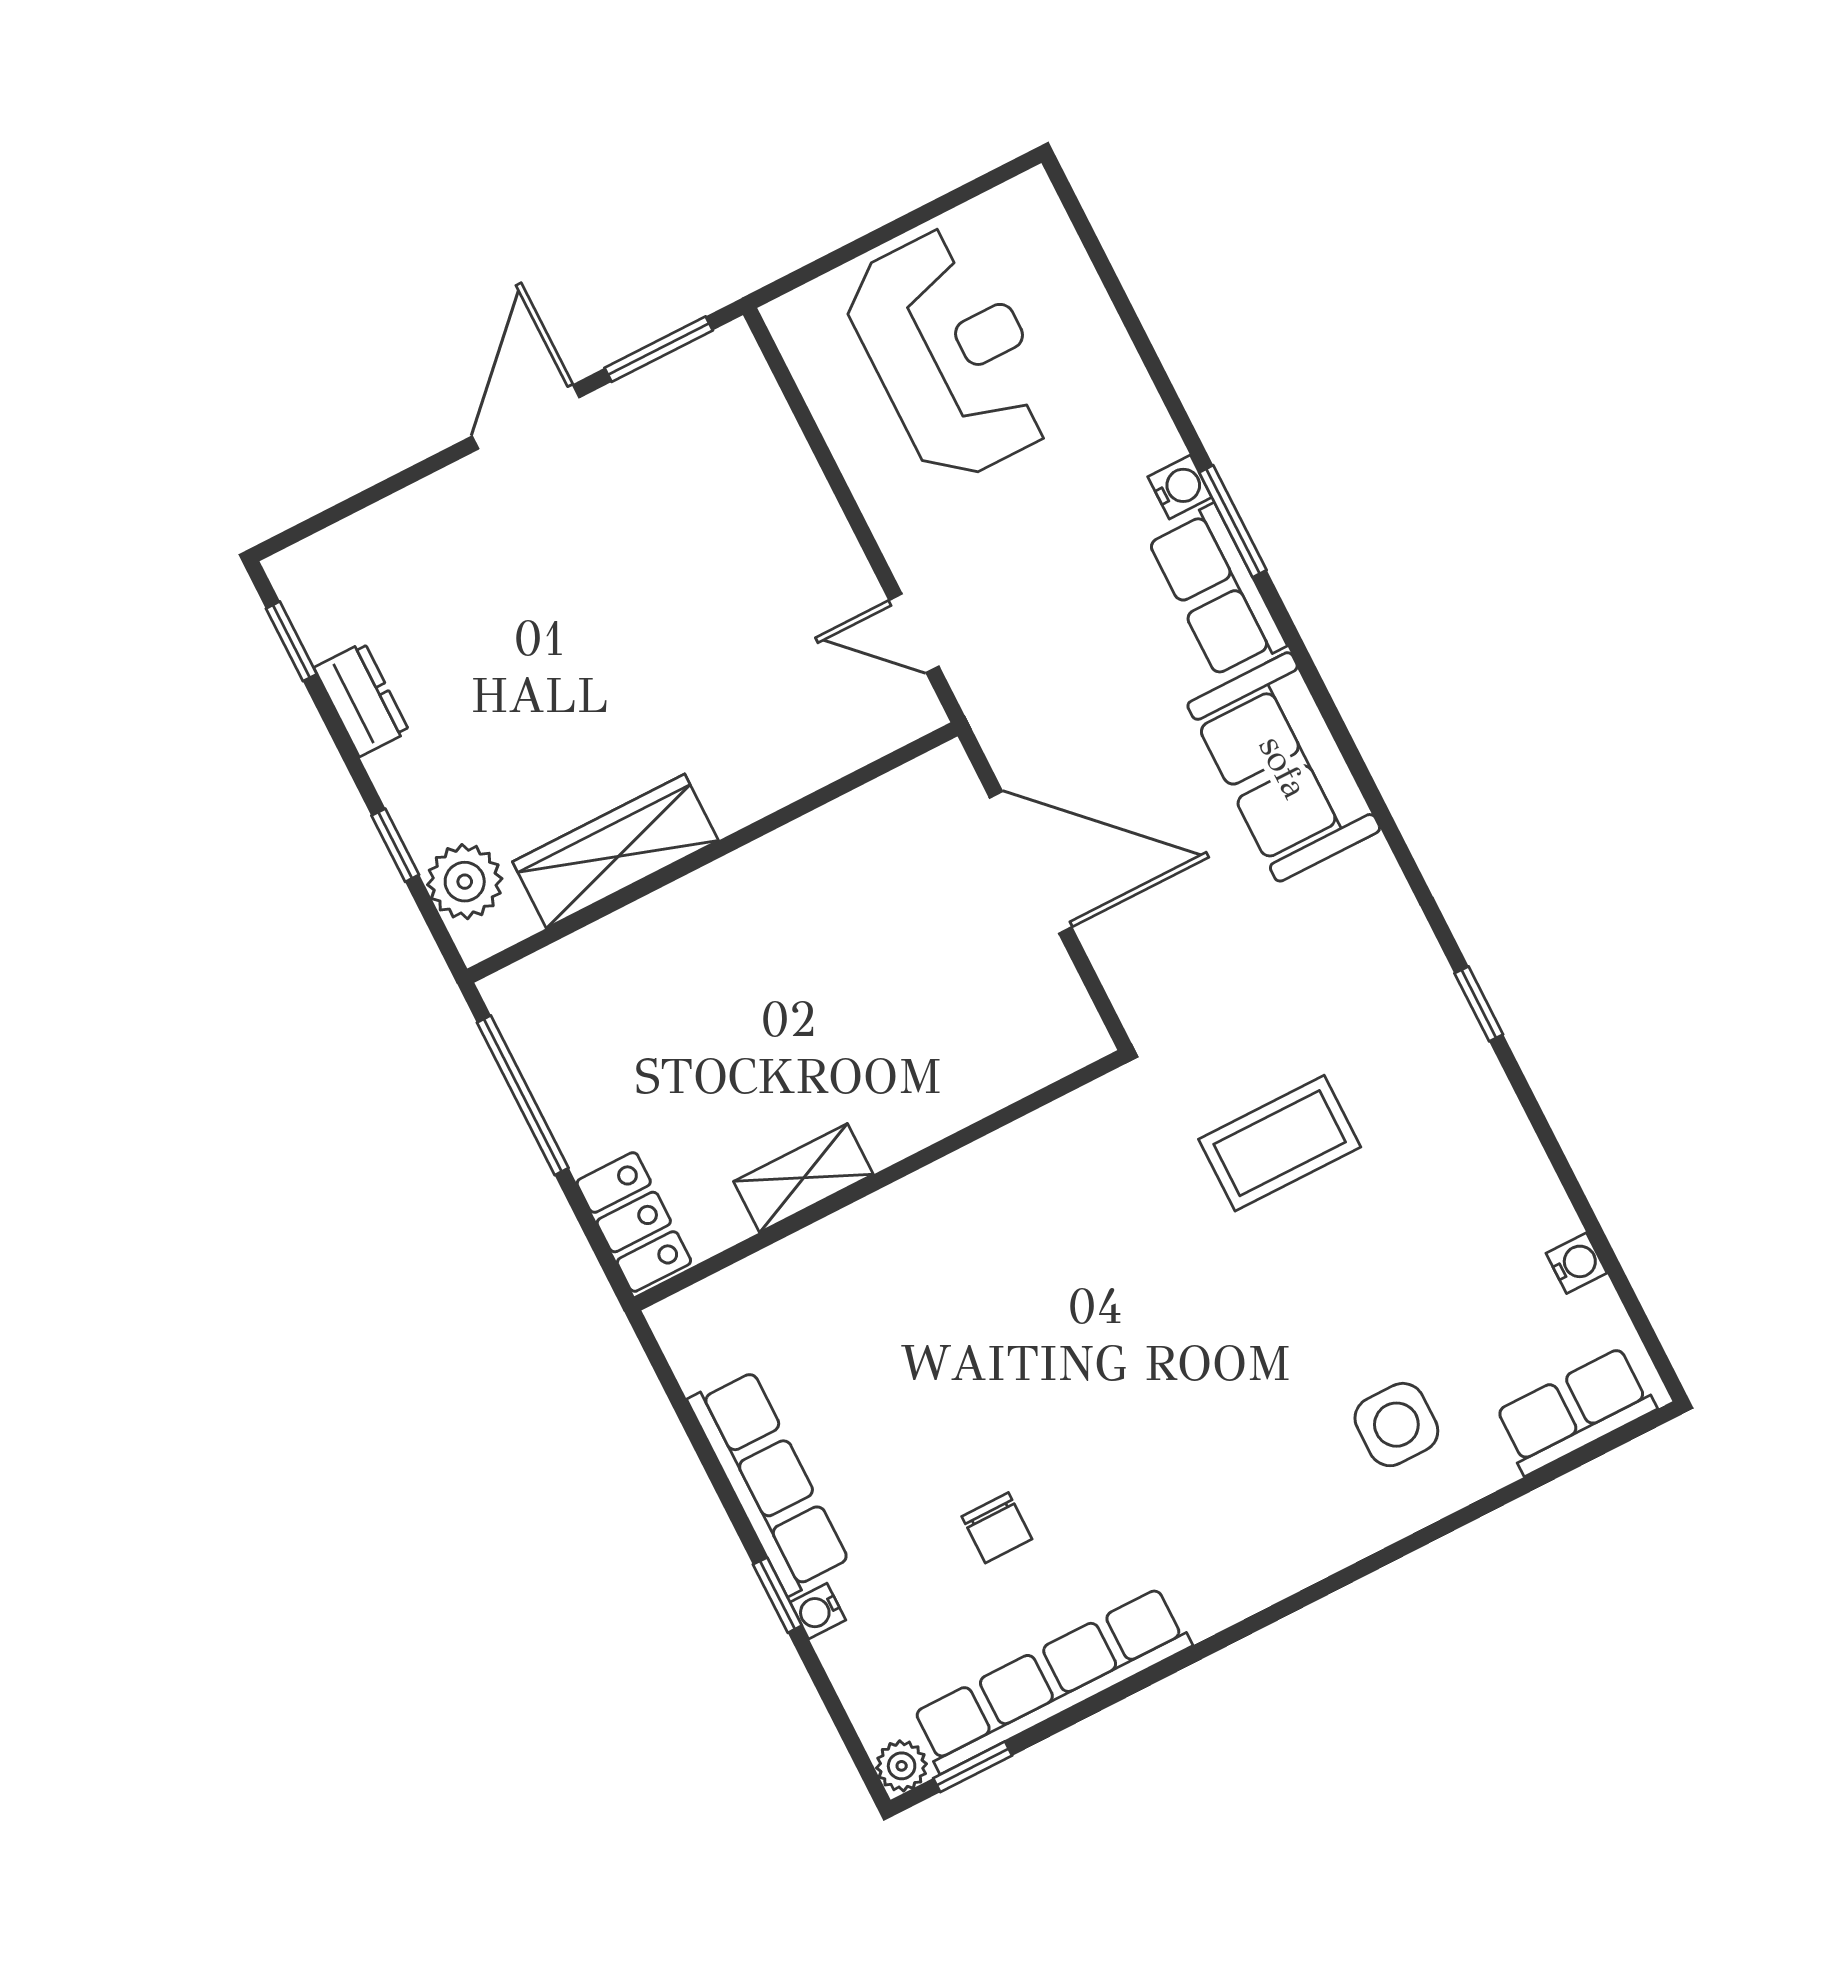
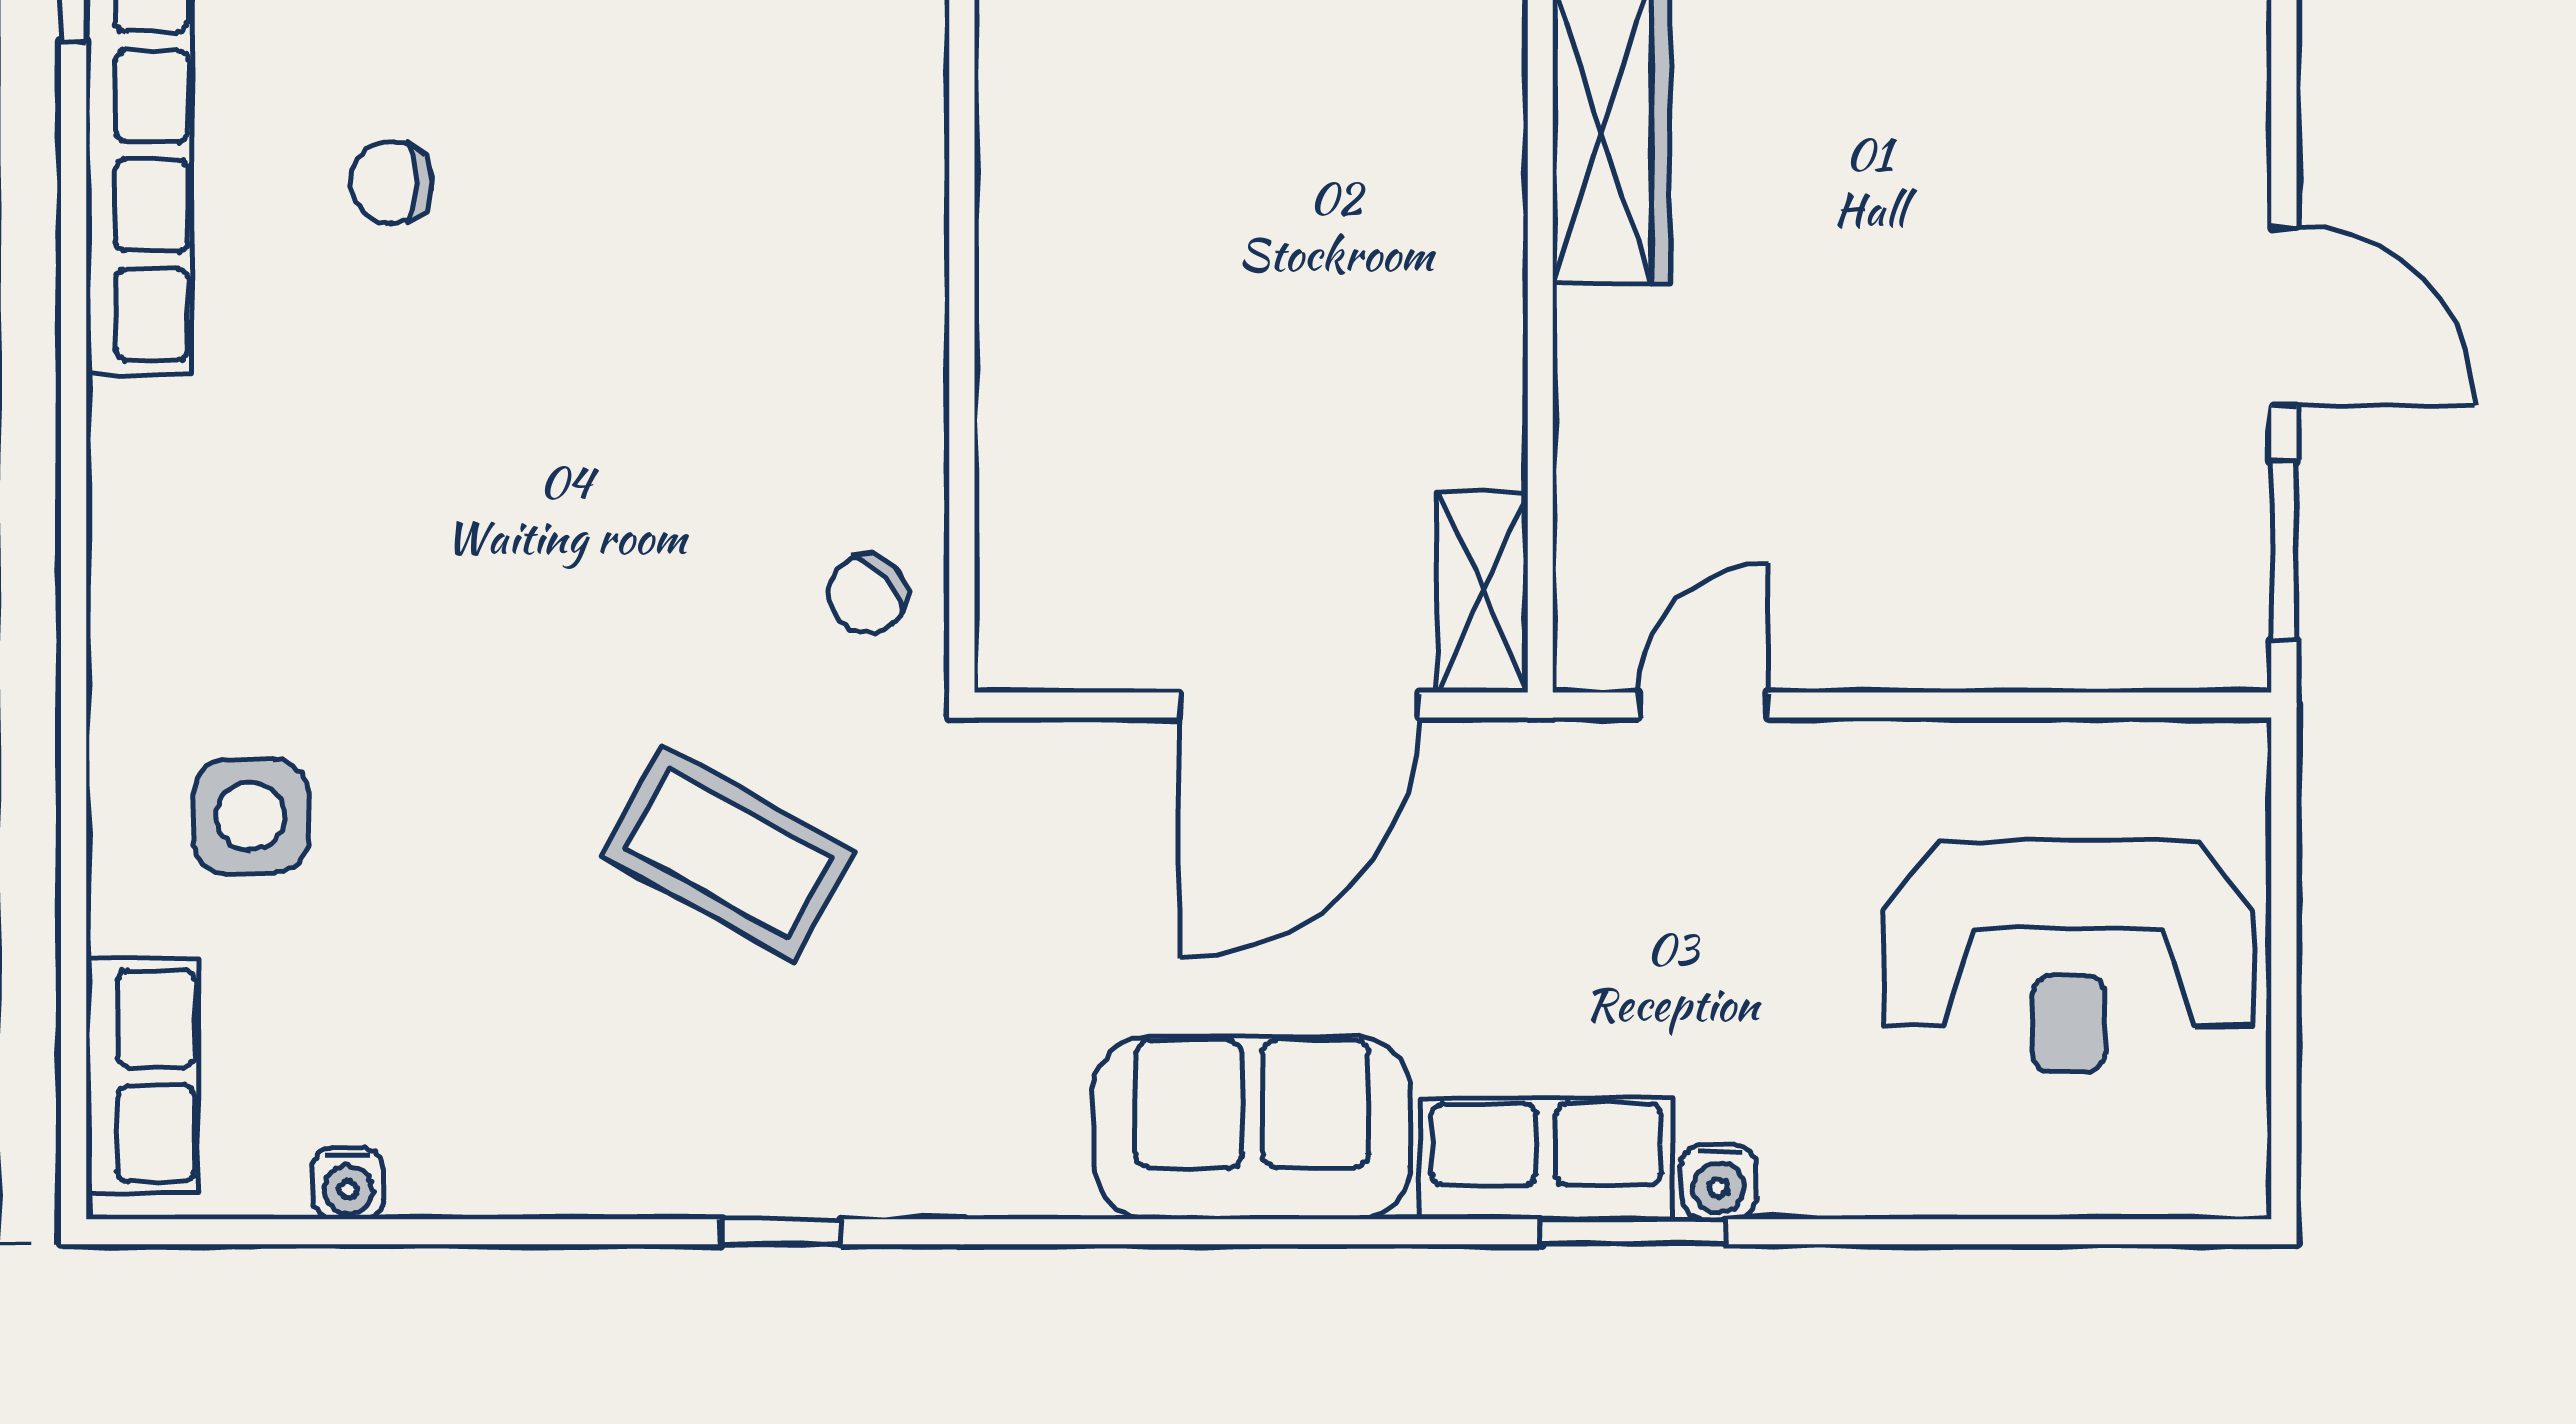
chair: (1093, 1139) -> (868, 595), added
coffee table: (1280, 1143) -> (728, 853), turned -61
shelving: (803, 1178) -> (1483, 592), moved

